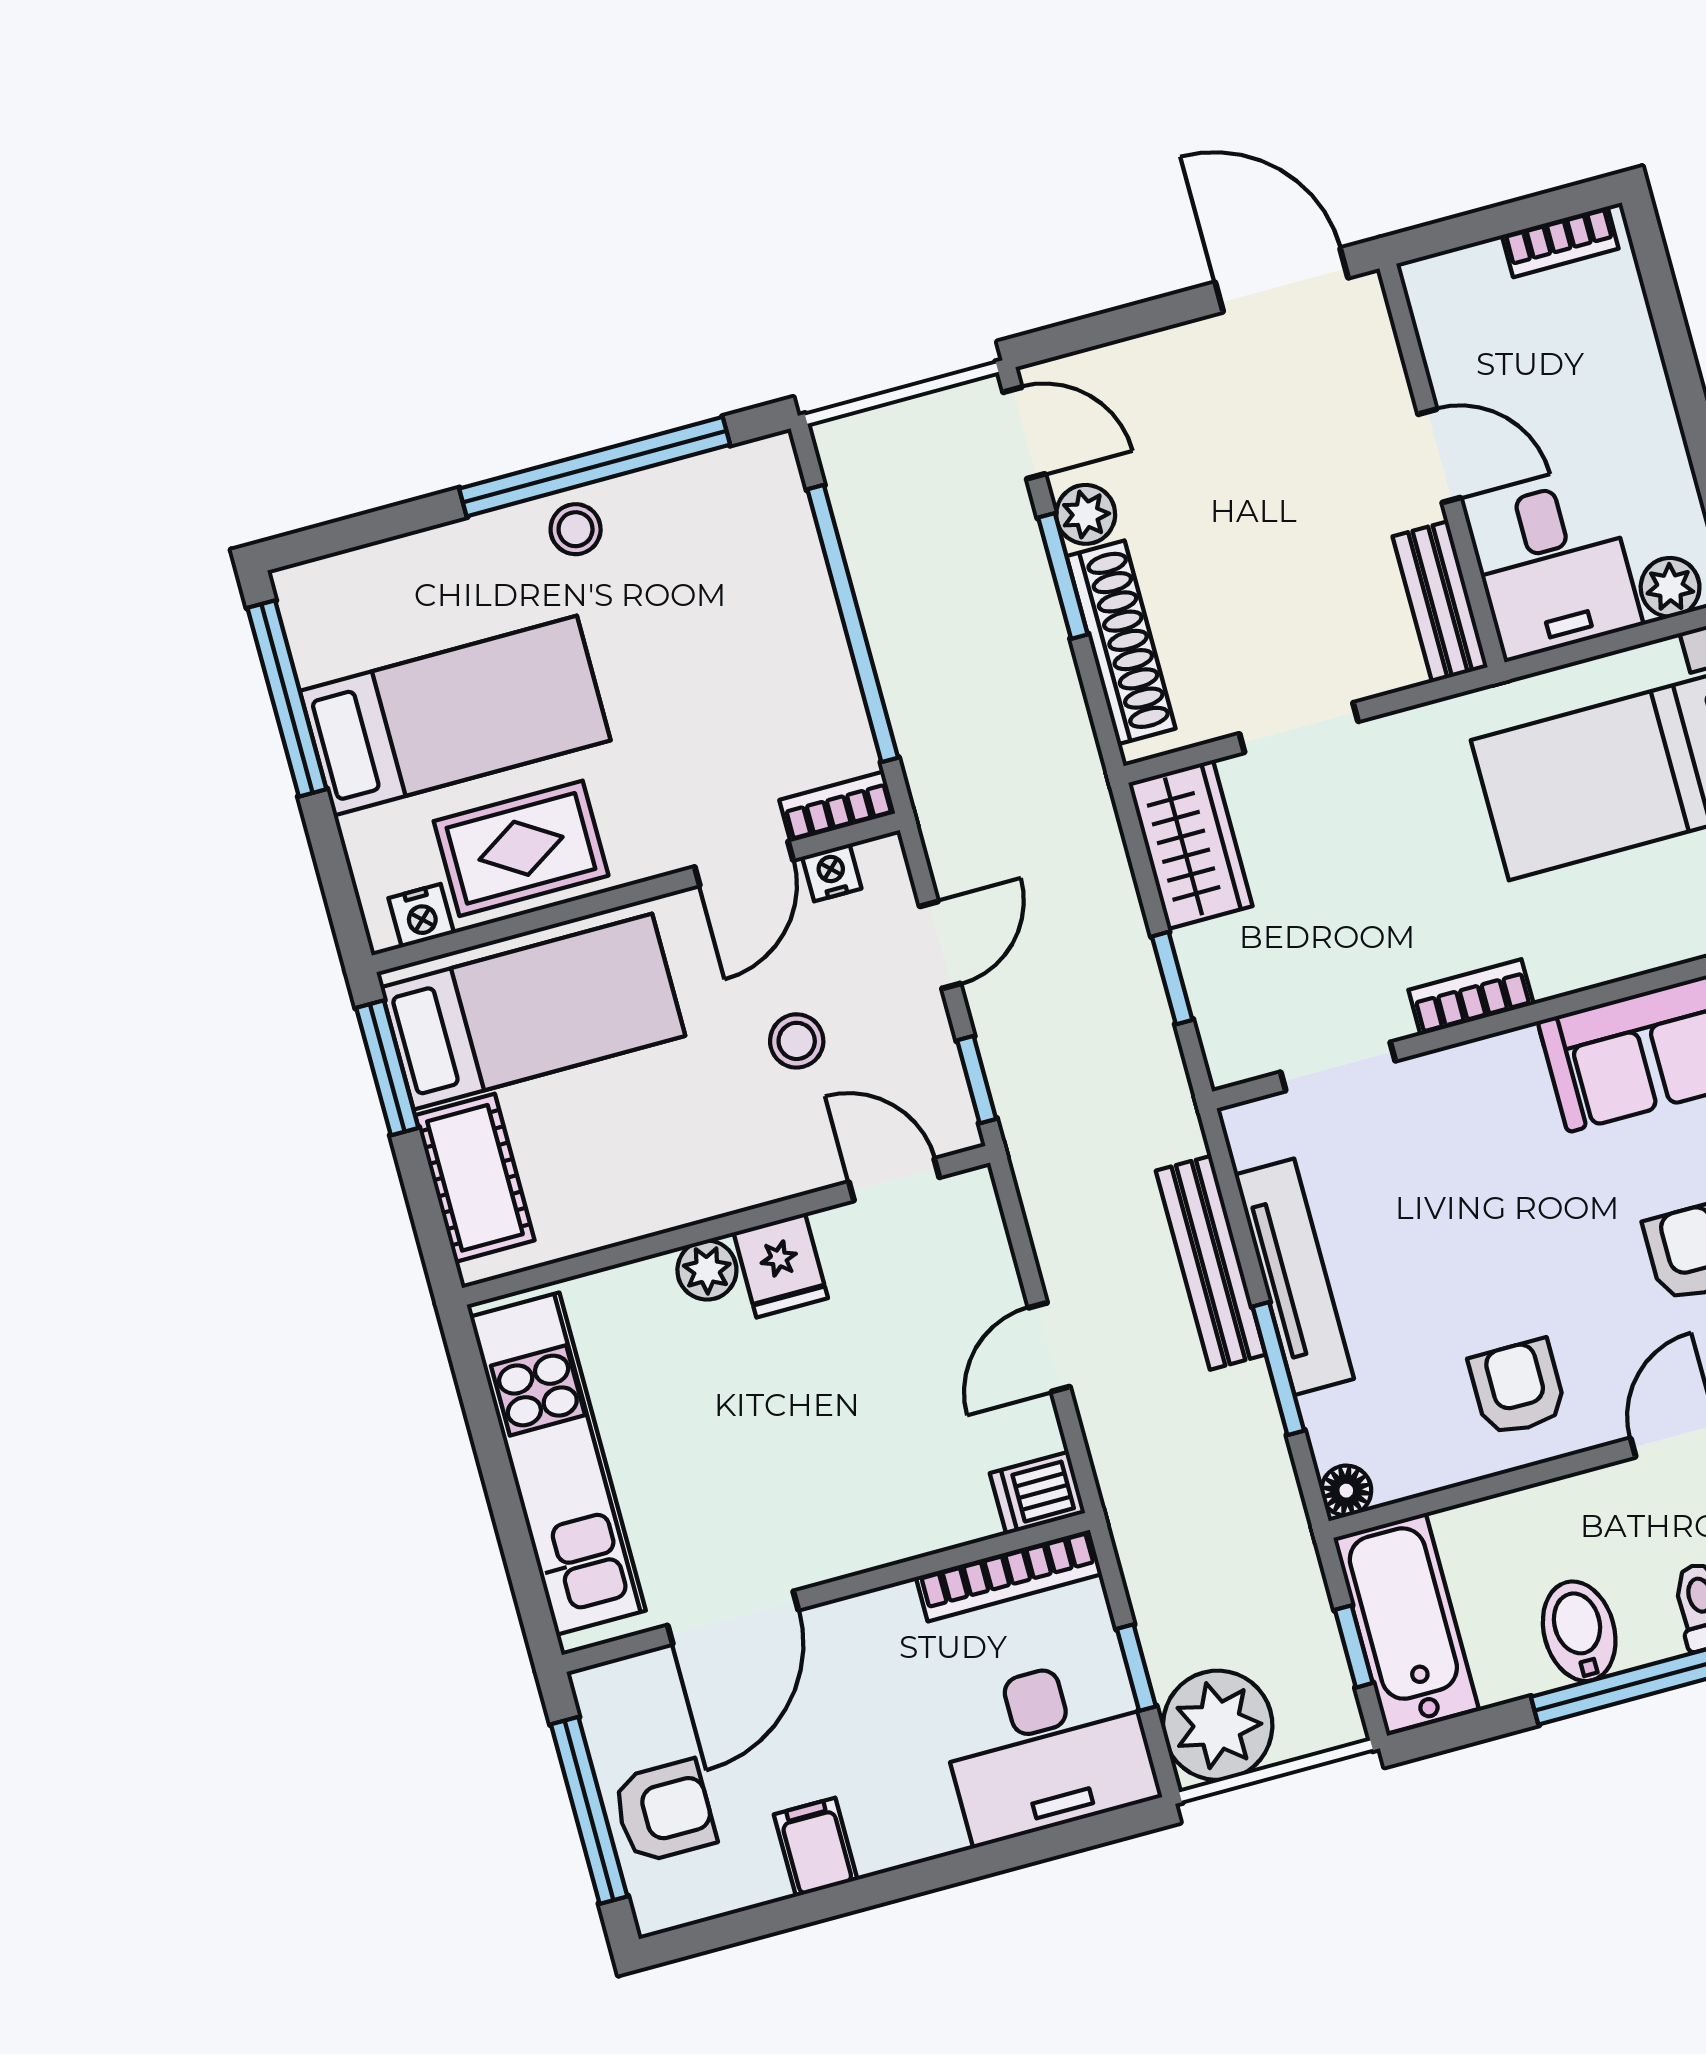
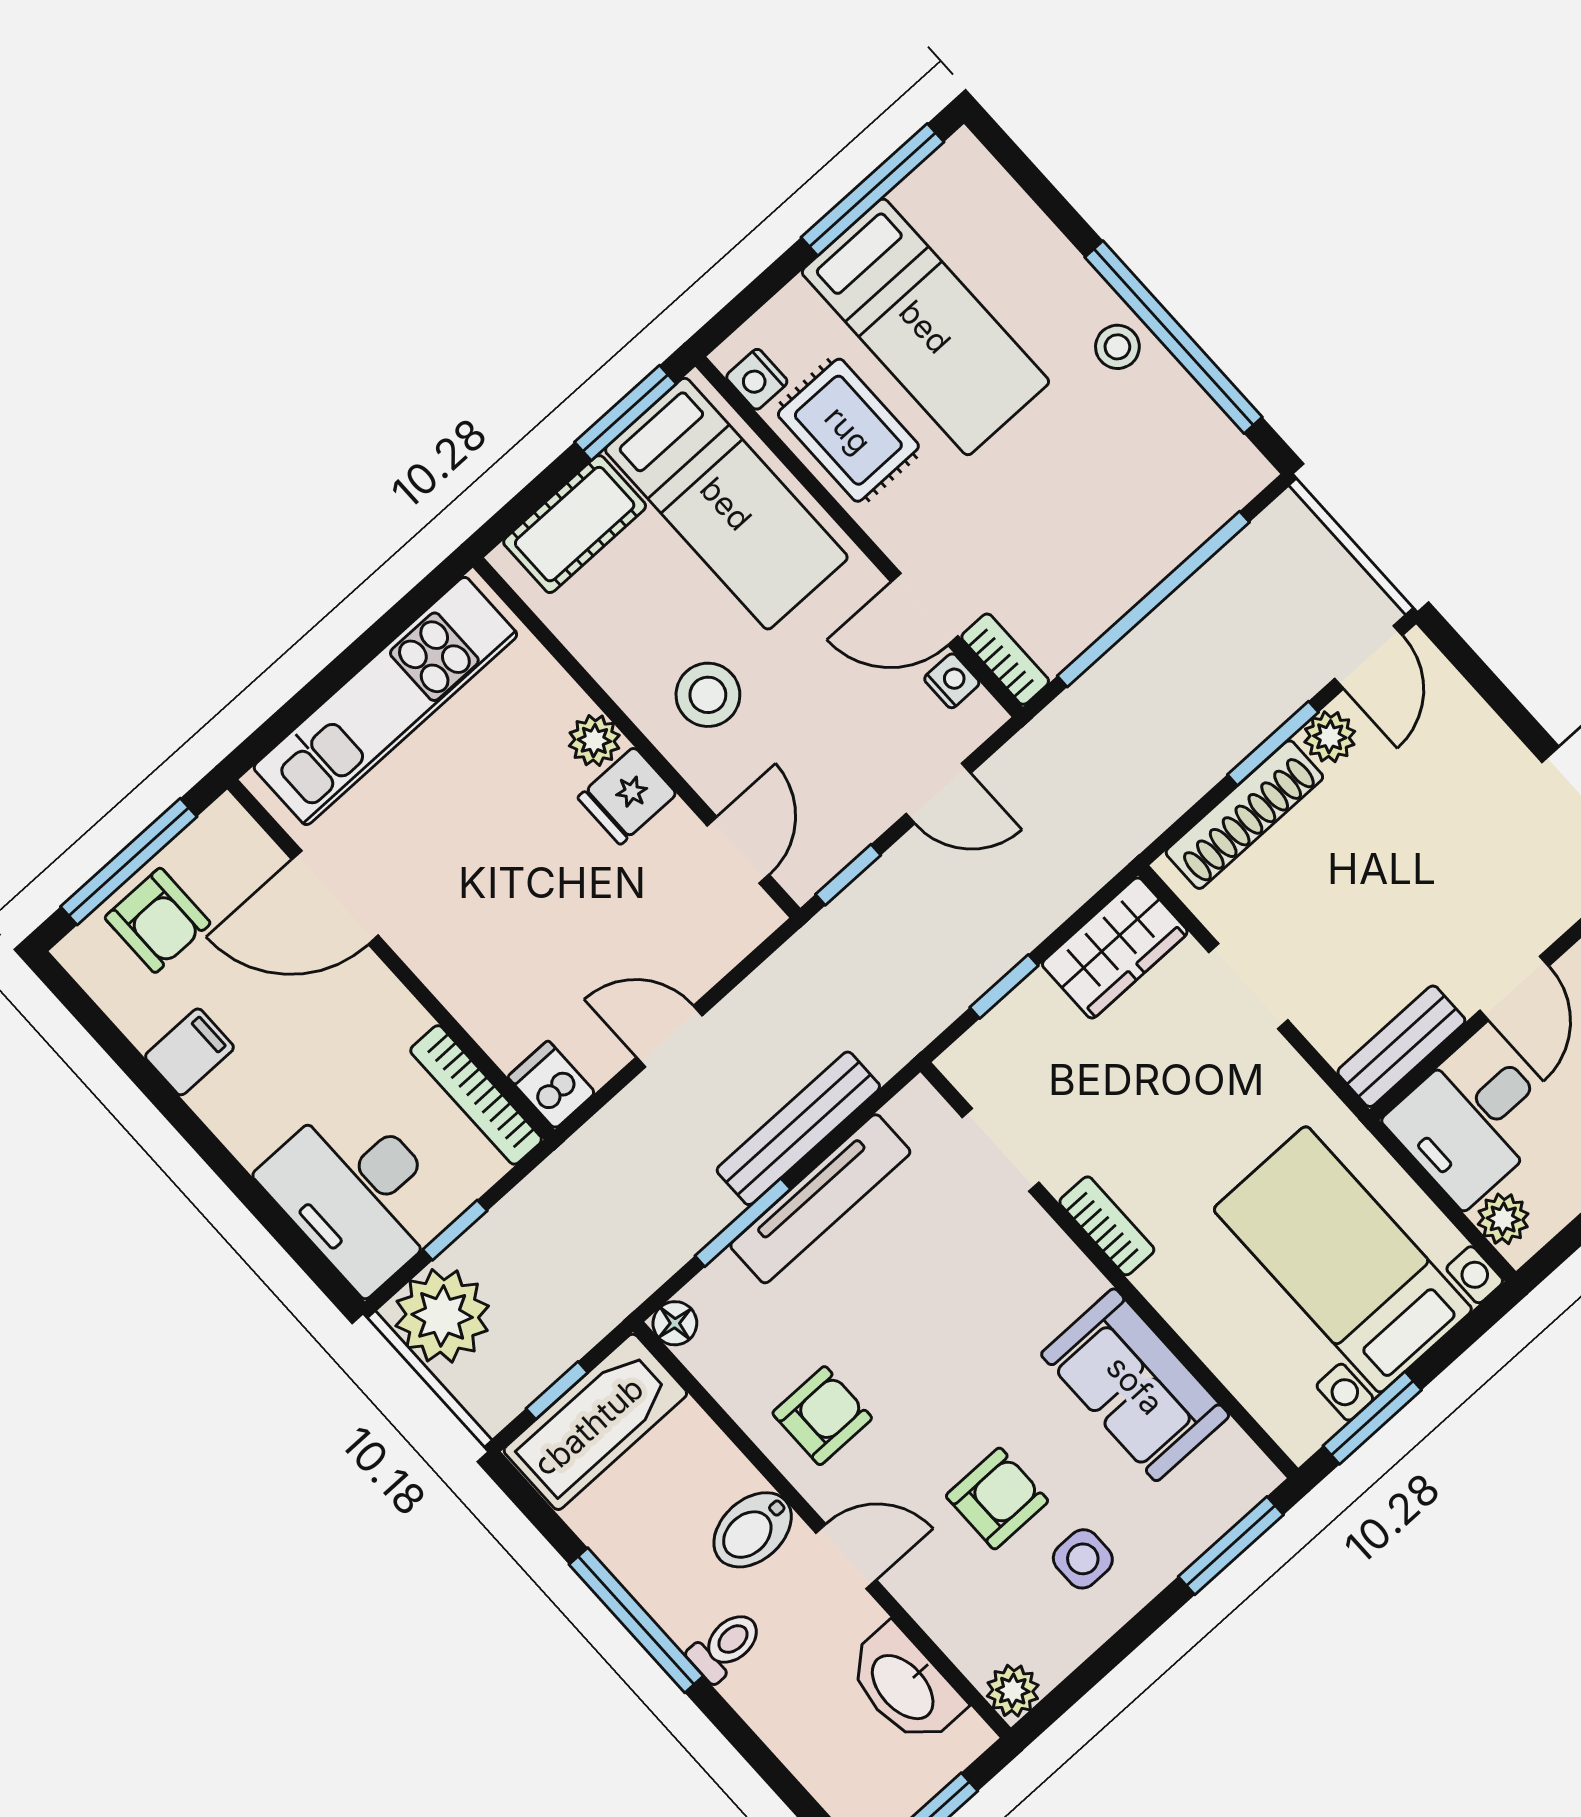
stool: (797, 1041) -> (708, 695), moved, width x1.37, depth x1.37
bidet: (1579, 1631) -> (753, 1530), moved, turned 180

